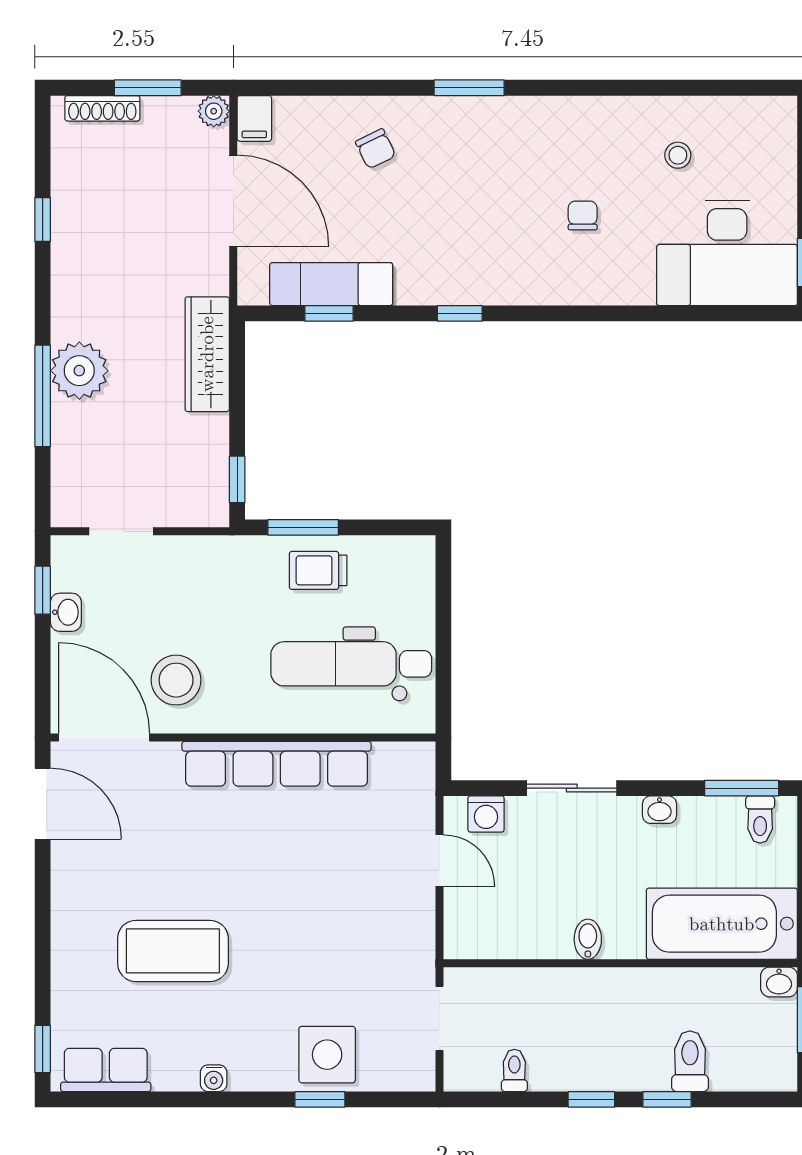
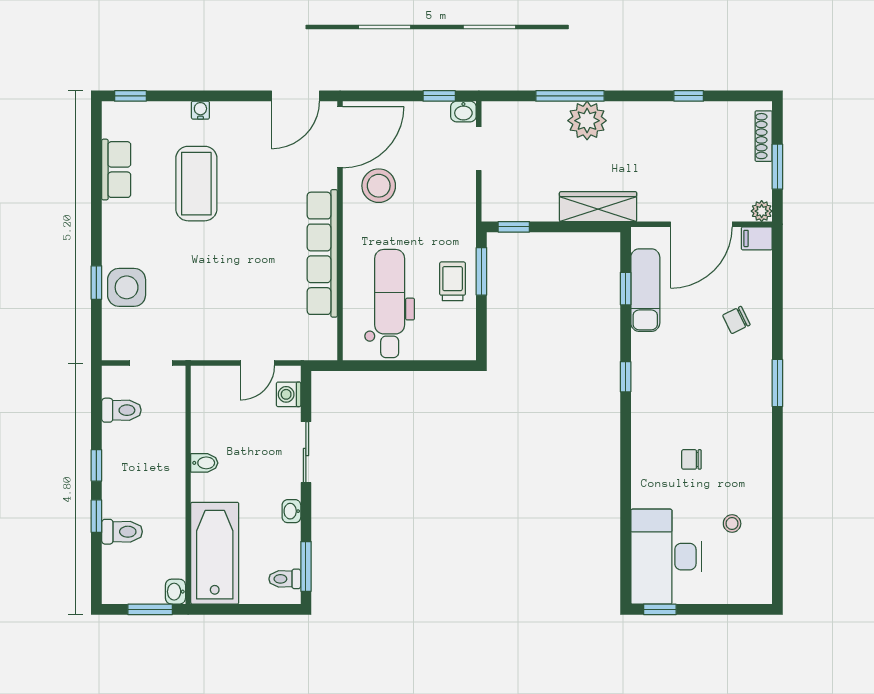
chair: (583, 216) -> (691, 459), turned 180
washbasin: (66, 612) -> (463, 112), moved
row of seats: (106, 1070) -> (116, 170), moved
toilet: (514, 1070) -> (121, 410), width x1.37, depth x1.39
water cooler: (214, 1078) -> (200, 110), moved, turned 90

